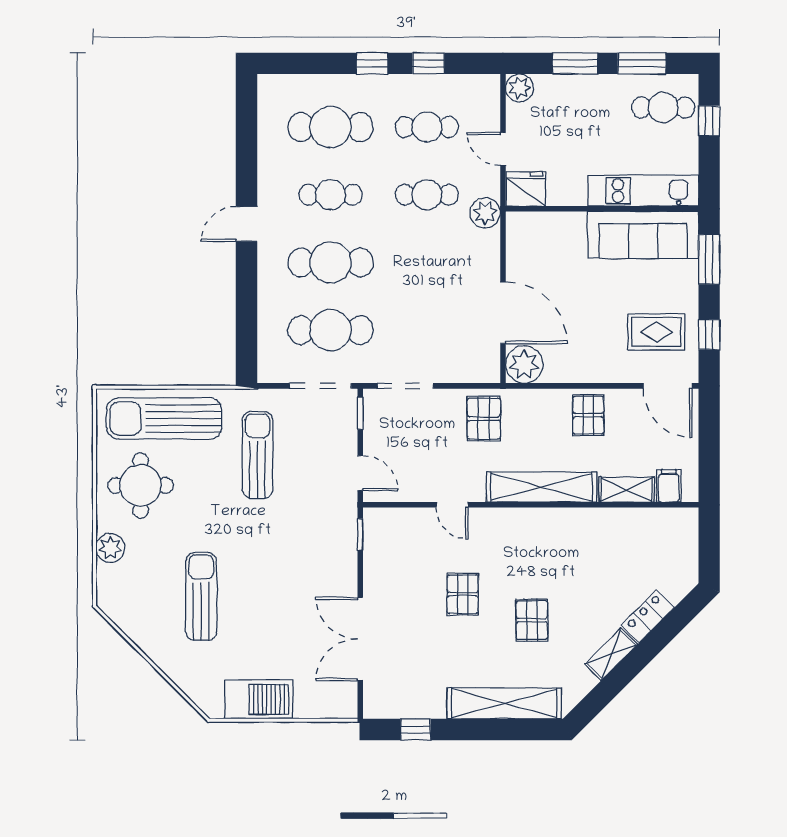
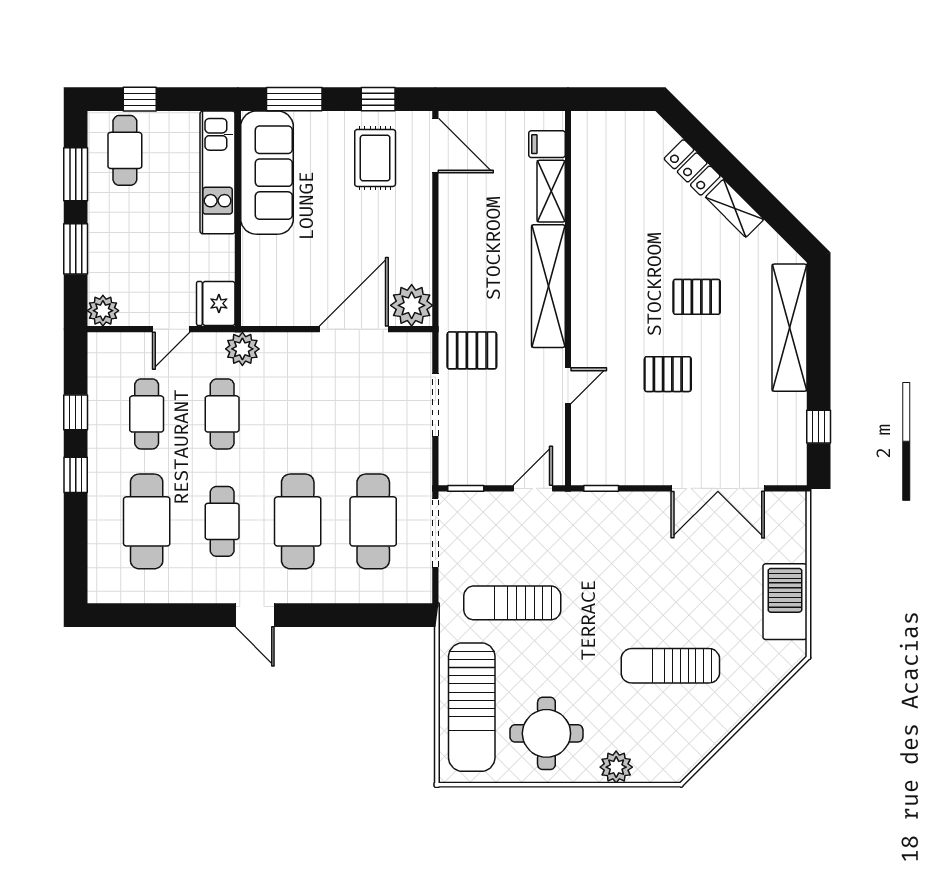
doorway: (405, 386) -> (435, 405), moved
door: (668, 386) -> (435, 145), hinge flipped
pallet: (588, 415) -> (468, 234), removed

